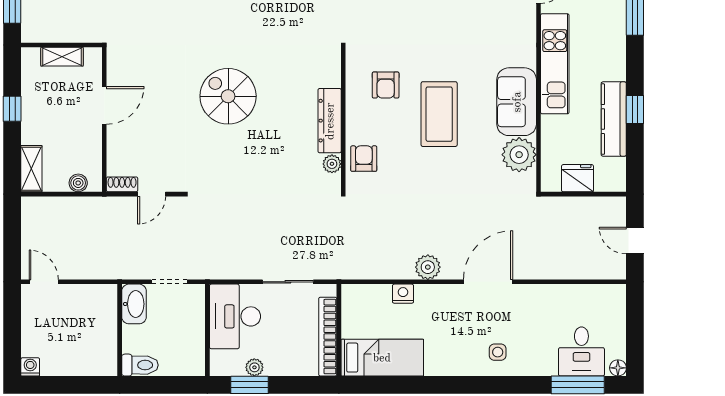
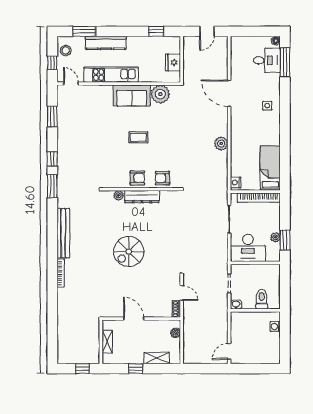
armchair: (386, 85) -> (137, 178), moved
window: (635, 110) -> (156, 31), moved
coffee table: (439, 114) -> (138, 137), width x0.54, depth x0.58
kitchen counter: (614, 119) -> (106, 43), moved
plant: (332, 164) -> (119, 195), moved
shelving: (31, 169) -> (157, 358), moved
door: (488, 282) -> (229, 93), moved
nightstand: (403, 294) -> (236, 183), moved
washbasin: (134, 304) -> (236, 305), width x0.52, depth x0.69
toilet: (140, 365) -> (262, 299), moved
washing machine: (30, 367) -> (275, 326), moved

